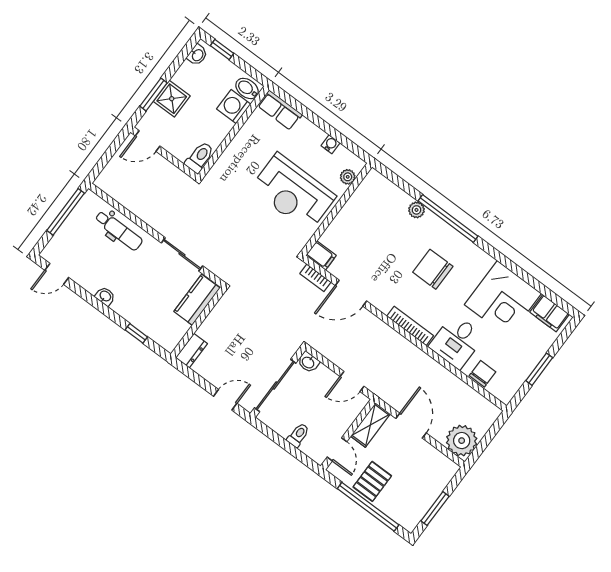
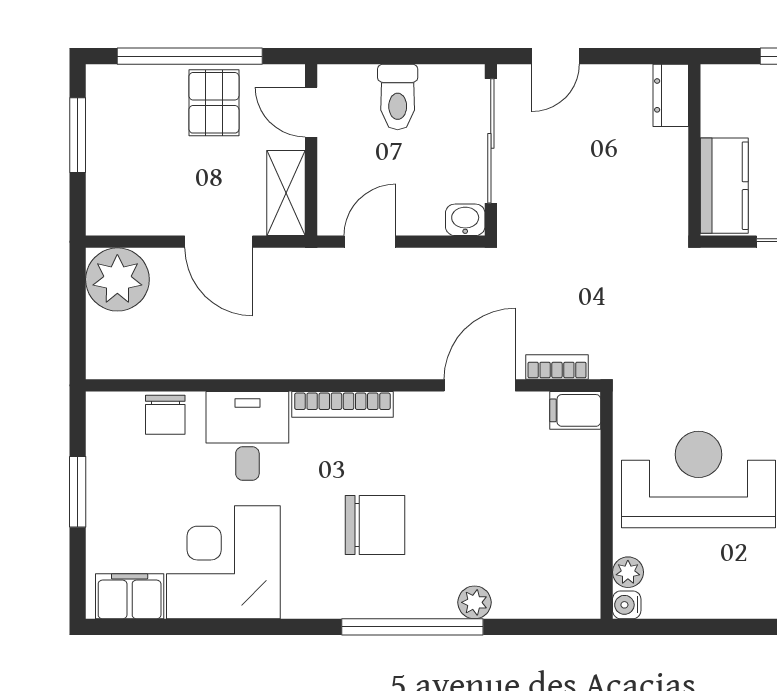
water cooler: (331, 144) -> (627, 605), moved, turned 90
toilet: (298, 435) -> (398, 97), width x1.37, depth x1.39

